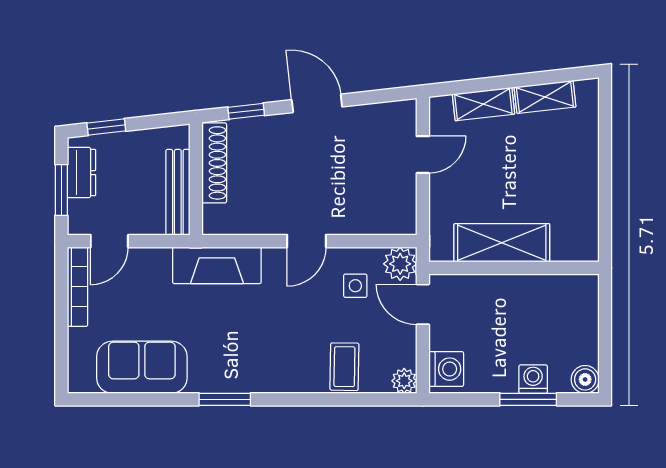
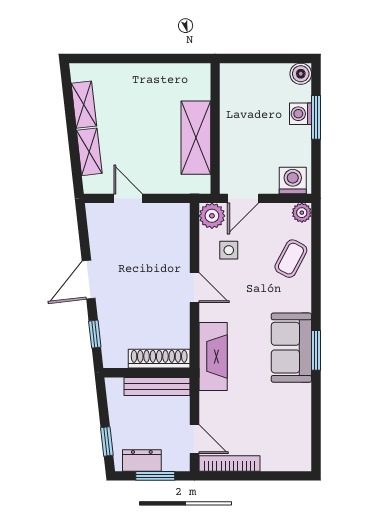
shoe rack: (214, 163) -> (159, 359), moved
sofa: (142, 367) -> (291, 348), moved
coffee table: (344, 367) -> (291, 259), turned -63

